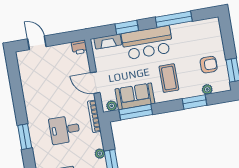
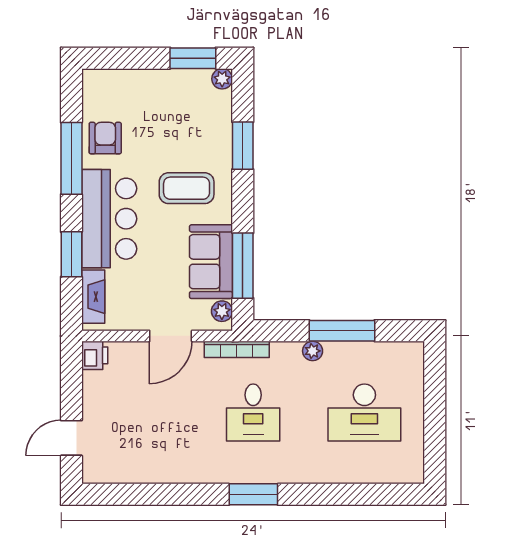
armchair: (209, 65) -> (105, 138), moved
plant: (207, 89) -> (222, 79), moved

